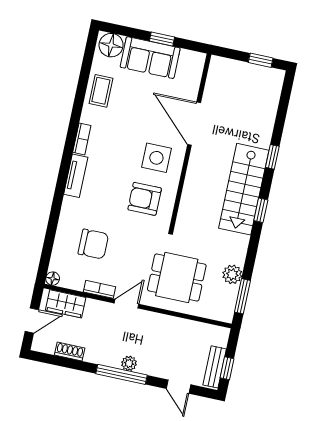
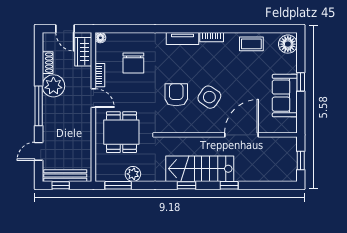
sofa: (150, 58) -> (285, 96), moved
door: (194, 124) -> (242, 135), moved
wall: (190, 142) -> (227, 135), moved
side table: (156, 158) -> (209, 97), turned 34
plant: (129, 363) -> (53, 86), moved, width x1.87, depth x1.87
bench: (215, 367) -> (65, 176), width x1.36

